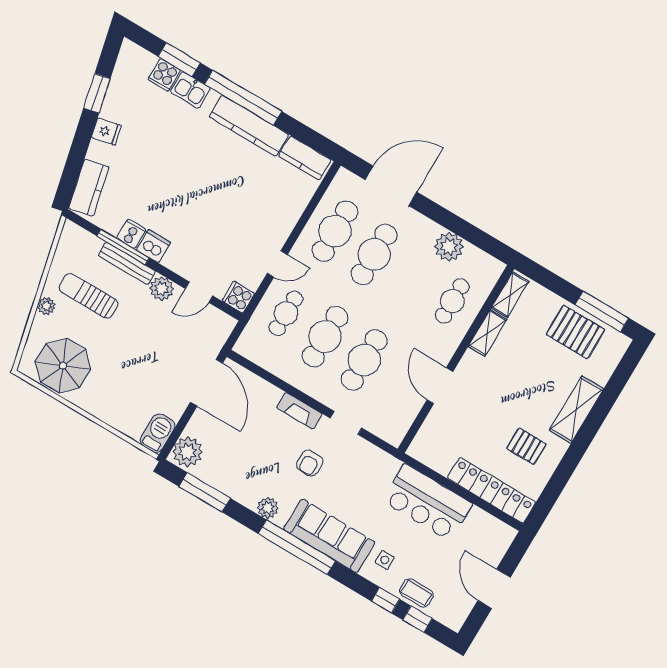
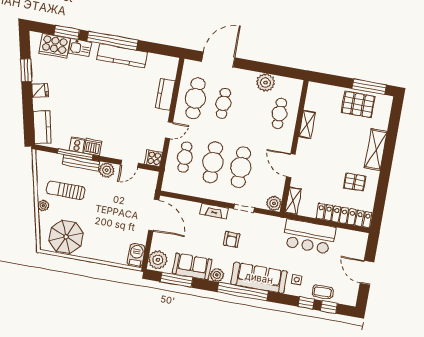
cooker: (164, 75) -> (55, 46), width x1.87, depth x1.31
kitchen counter: (305, 158) -> (165, 94), moved, turned 90
cafe table: (374, 254) -> (223, 103), width x0.73, depth x0.74
shelving: (510, 295) -> (293, 201), moved
plant: (393, 433) -> (274, 203), added
sofa: (235, 481) -> (192, 267), added

